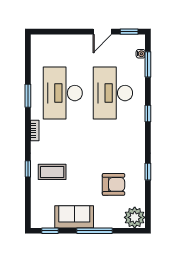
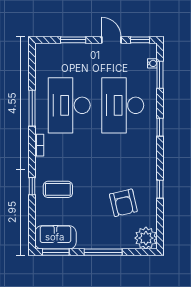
window: (66, 32) -> (73, 40), added
door: (102, 32) -> (111, 40), swing flipped
window: (28, 96) -> (32, 108), width x1.44
armchair: (114, 184) -> (123, 203), turned 77
sofa: (74, 217) -> (55, 237), moved
window: (50, 231) -> (56, 252), width x1.50

